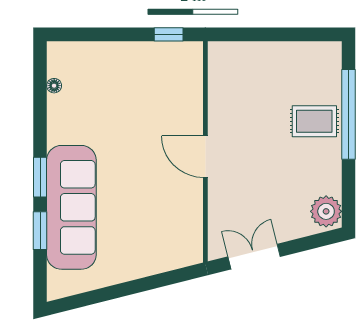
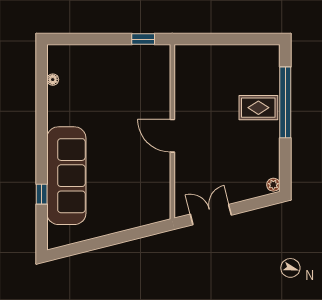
window: (40, 177) -> (42, 152), removed
plant: (326, 211) -> (273, 185), width x0.53, depth x0.53
window: (40, 231) -> (42, 194), width x0.67

